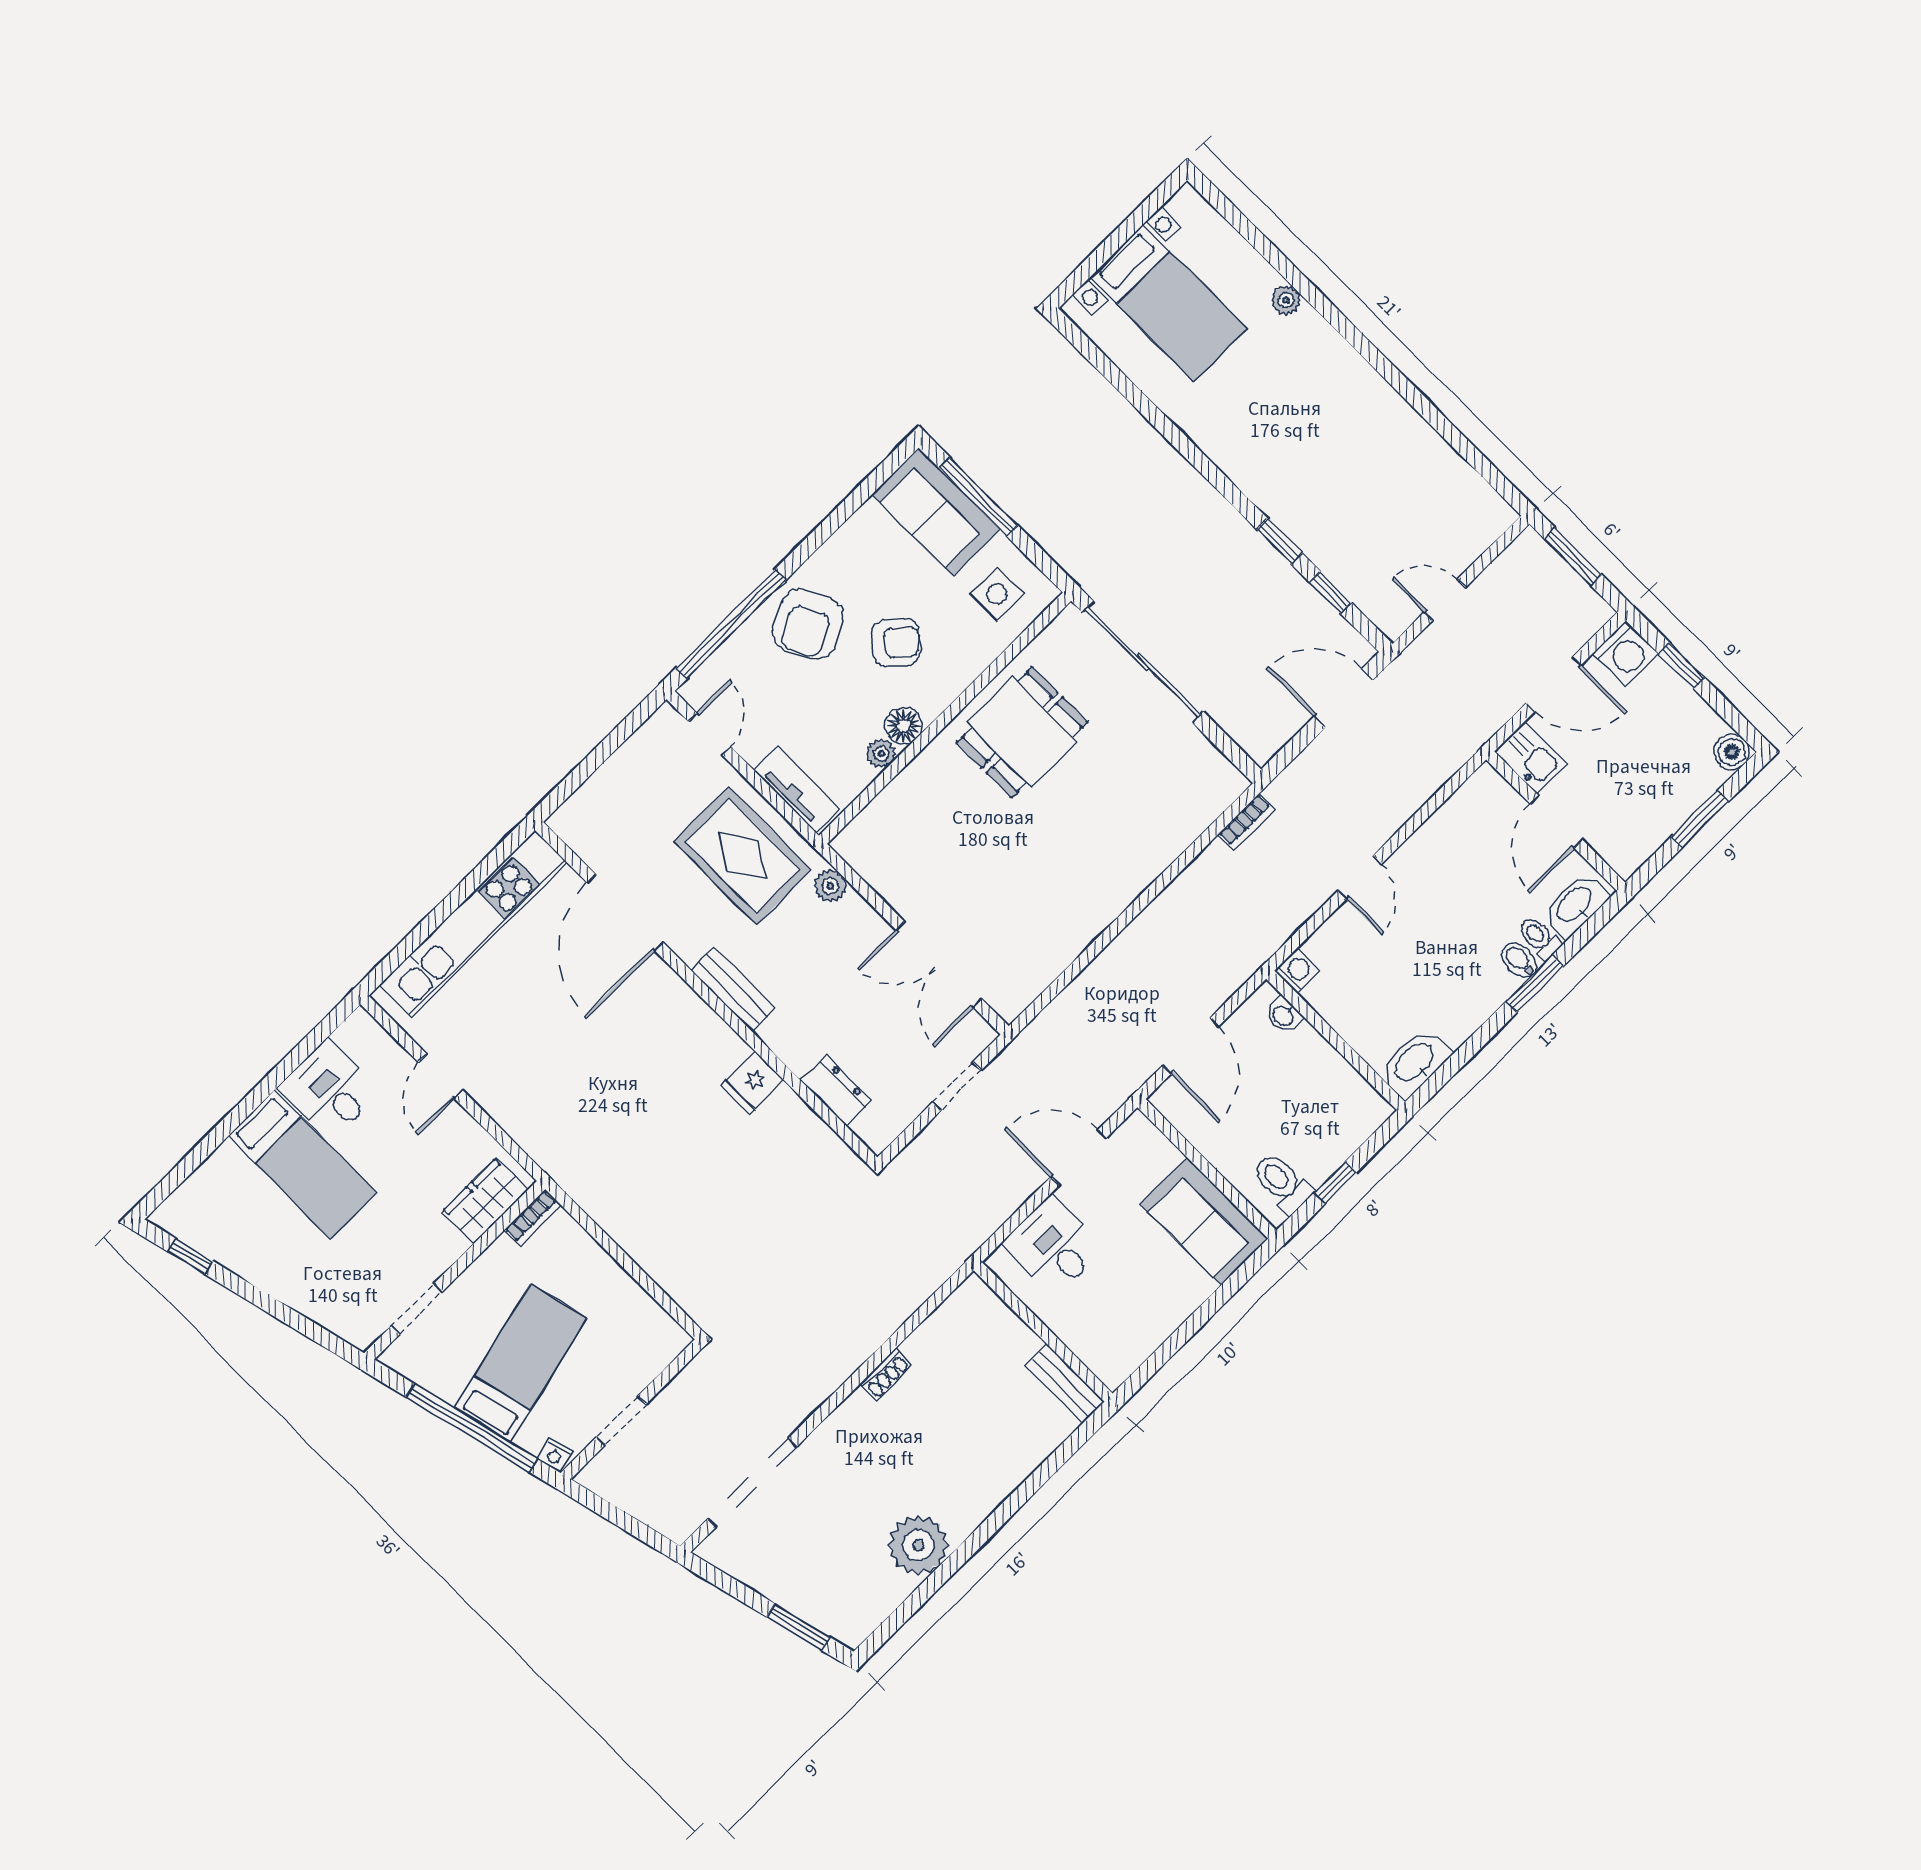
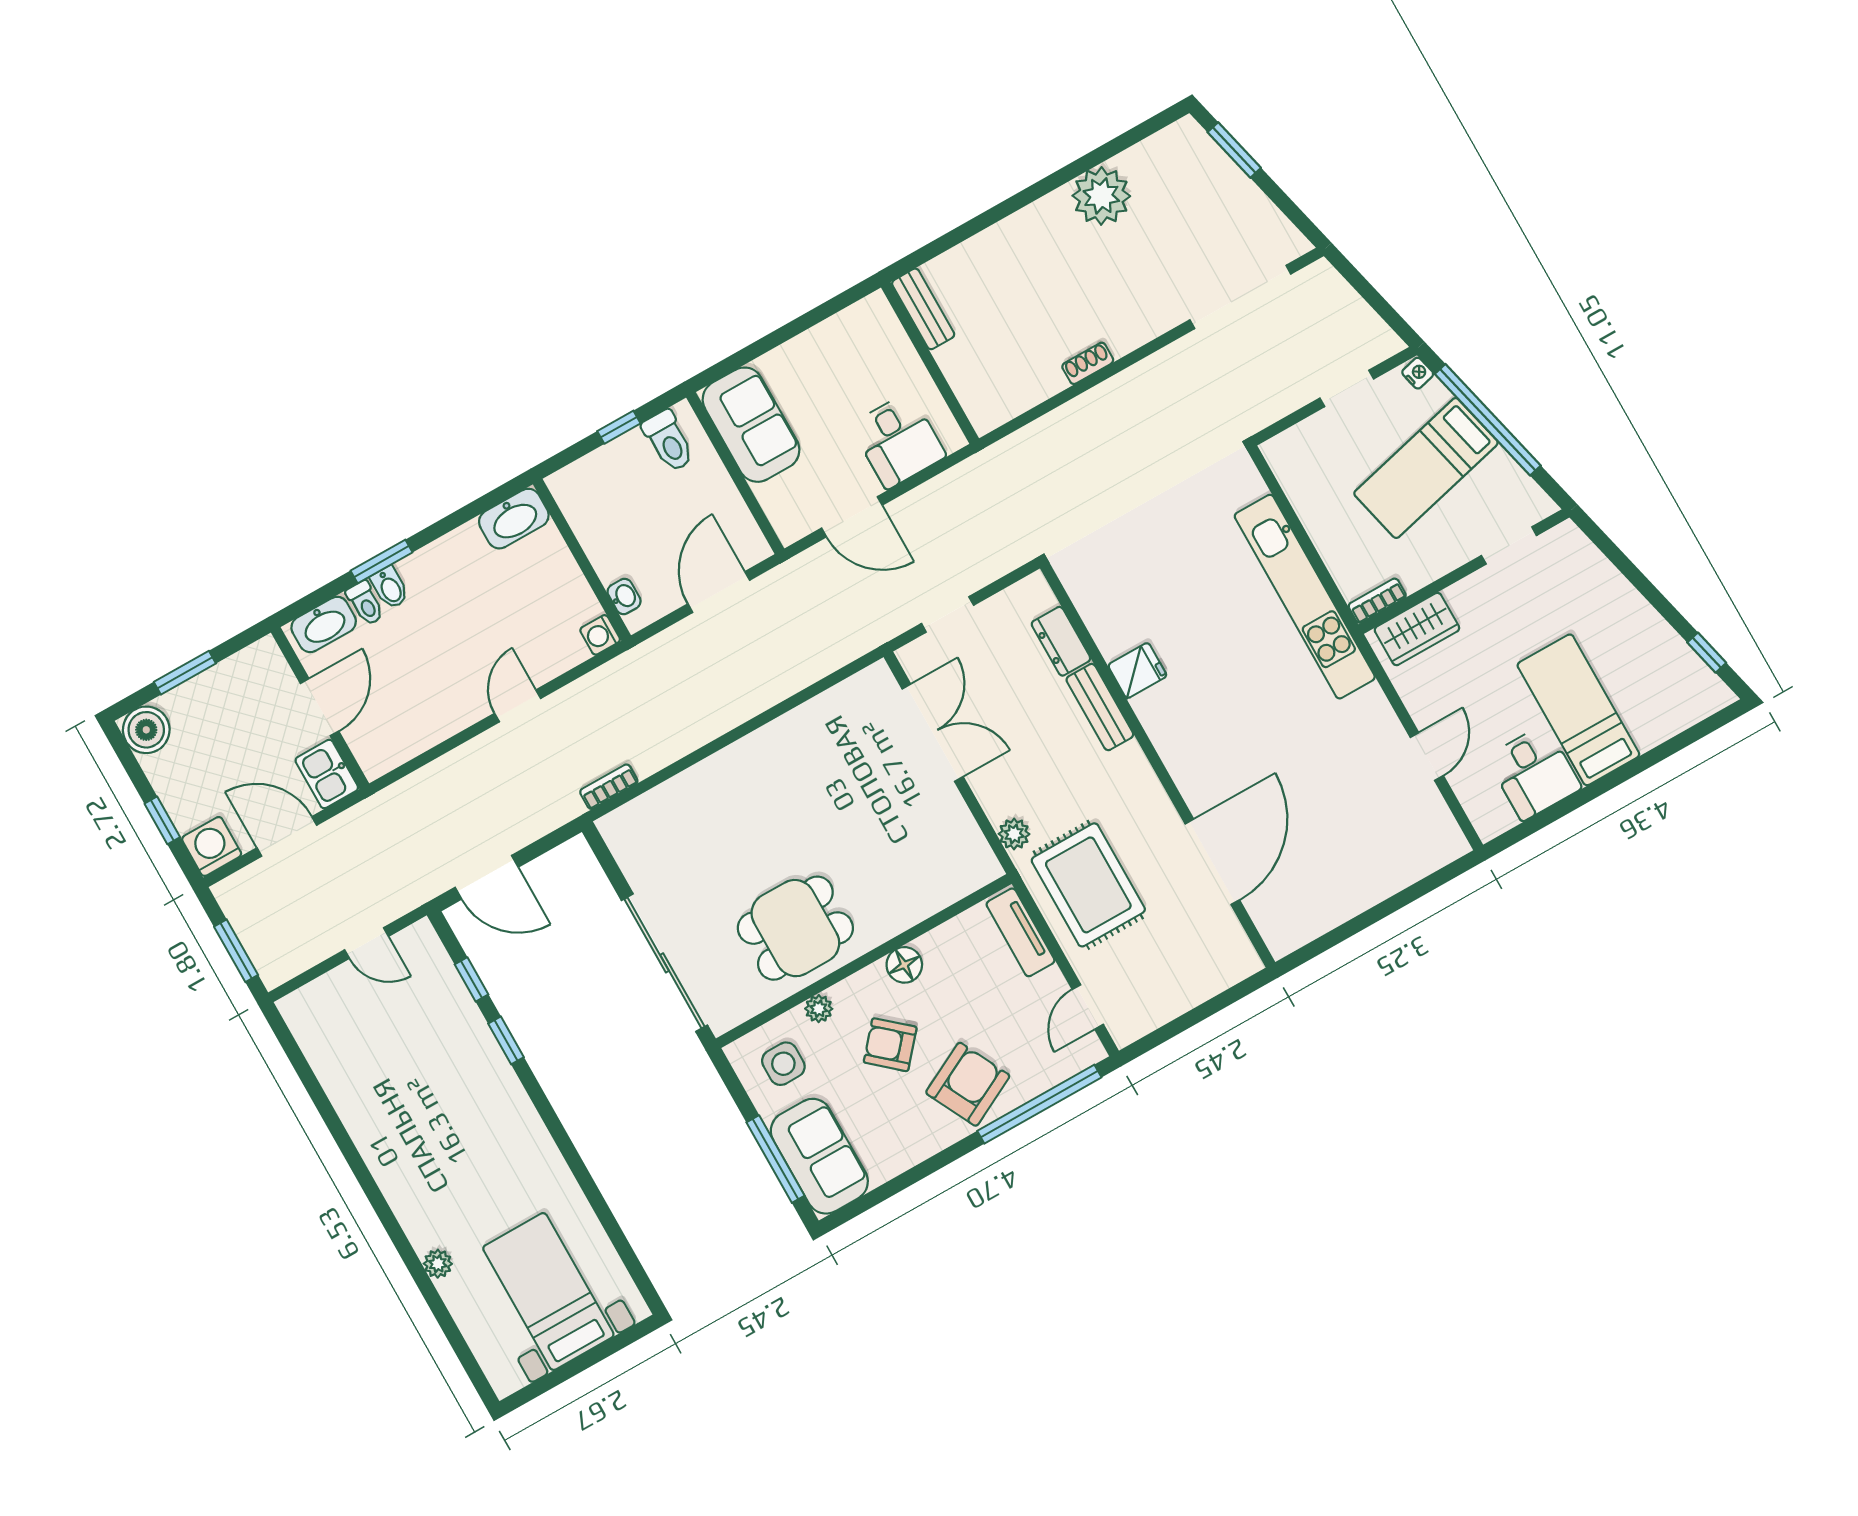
boiler: (1732, 752) -> (146, 730), width x1.36, depth x1.36
plant: (881, 754) -> (819, 1009), moved
kitchen unit: (473, 924) -> (1305, 597), moved, turned -90
bench: (733, 989) -> (1100, 707), moved

